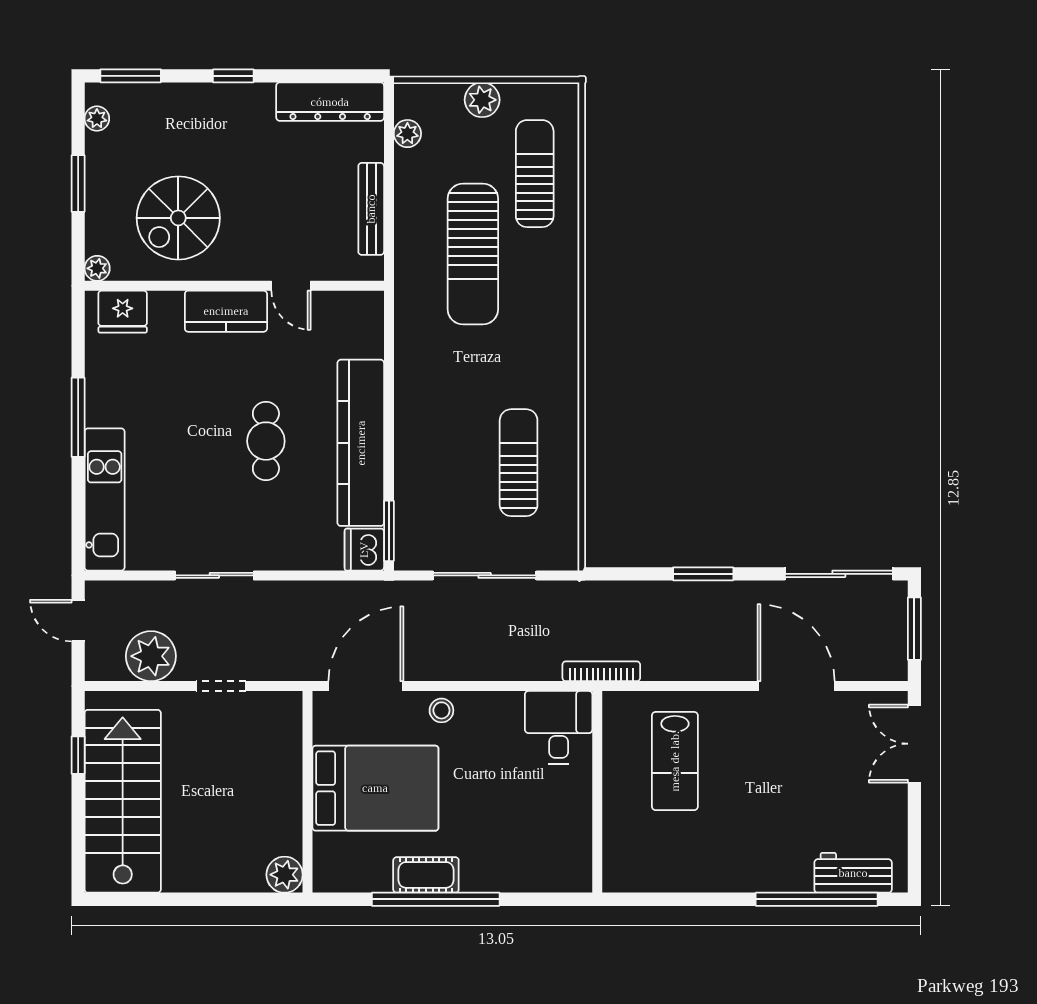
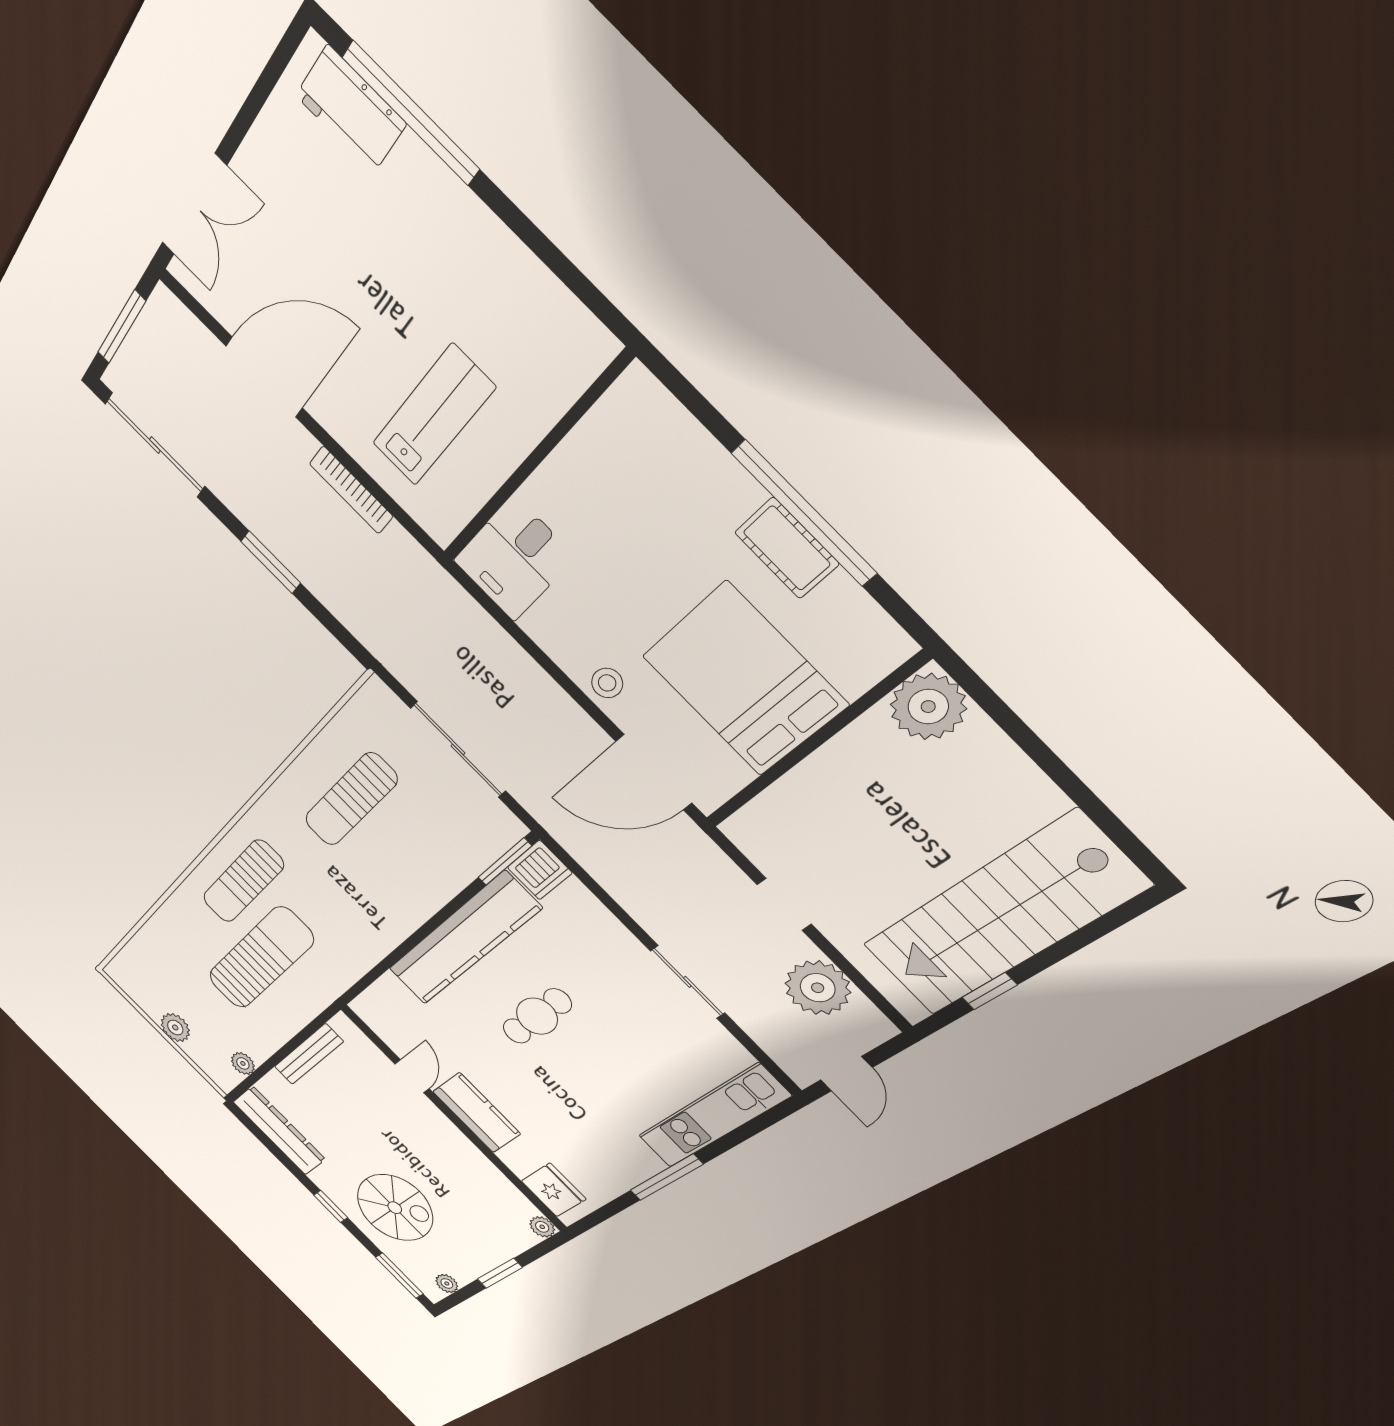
sun lounger: (535, 174) -> (243, 881), moved
spiral stairs: (178, 218) -> (395, 1208), moved
bookcase: (601, 671) -> (351, 490), moved
door: (796, 686) -> (264, 377), swing flipped
plant: (285, 875) -> (928, 707), width x1.36, depth x1.36

